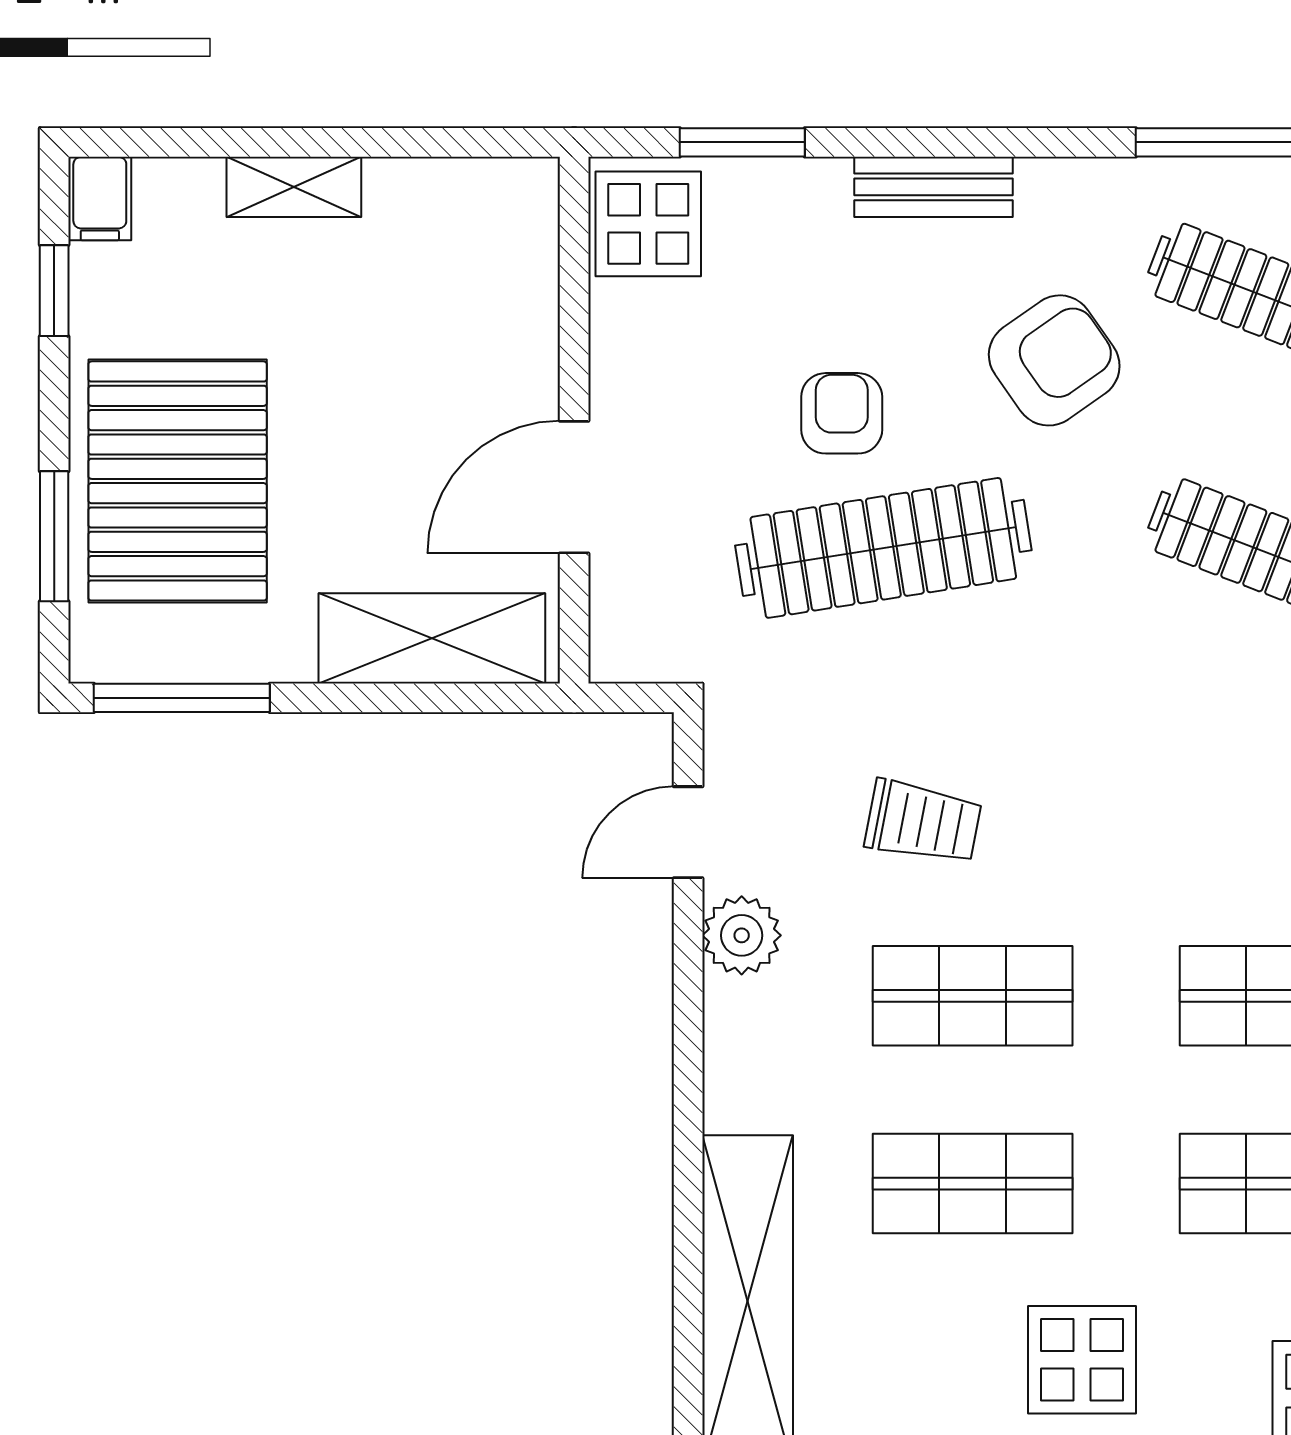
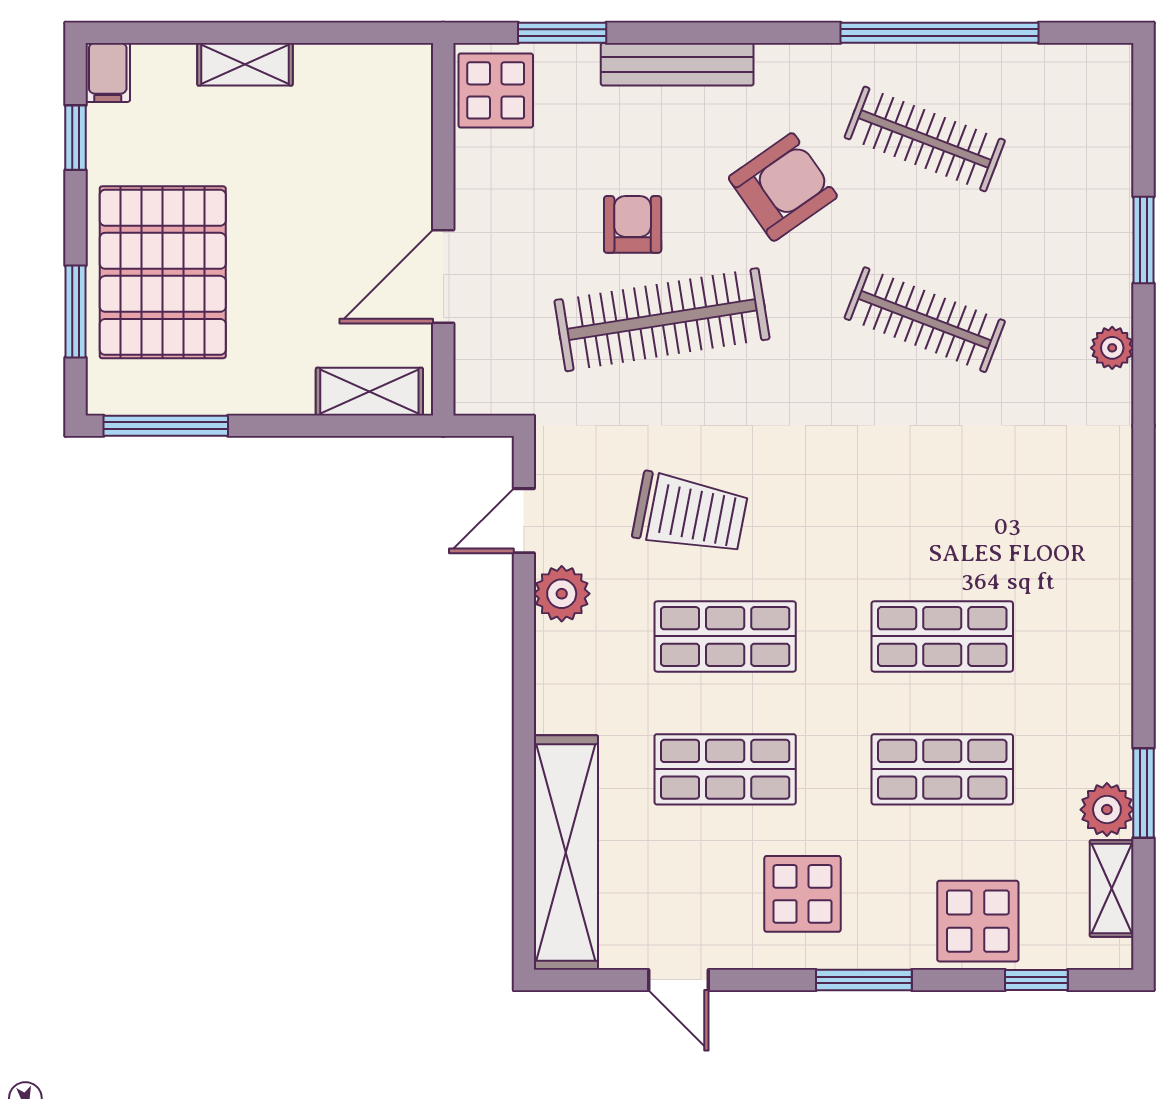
bench: (934, 187) -> (677, 64), width x1.36
shelving: (432, 638) -> (369, 392), width x0.67, depth x0.75
trolley: (923, 822) -> (690, 514), width x1.36, depth x1.39

